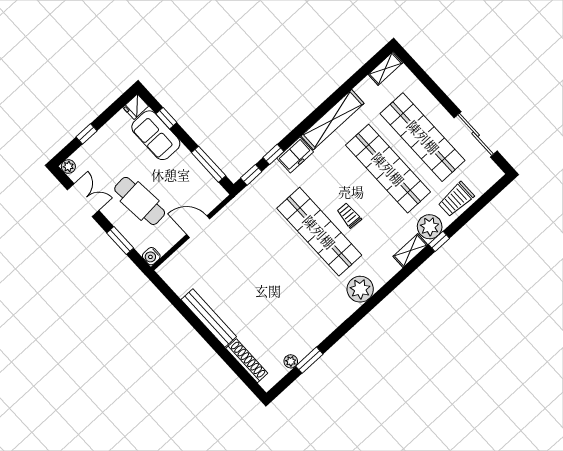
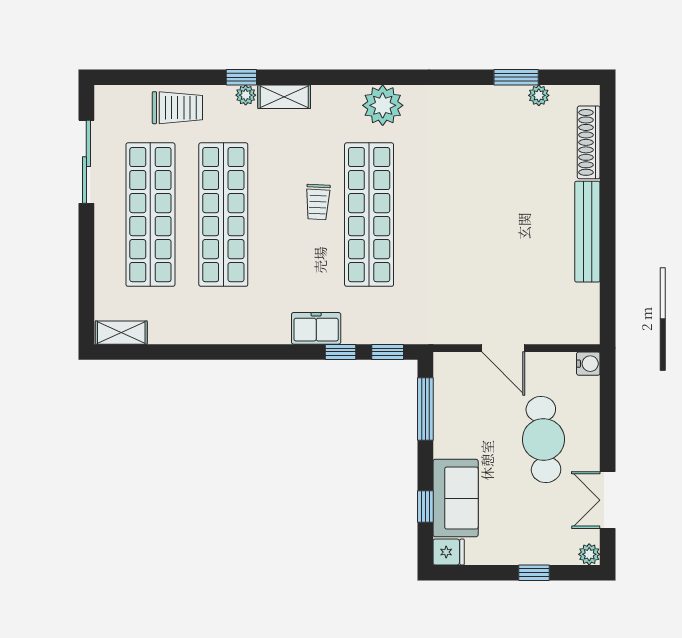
shelving: (332, 120) -> (236, 330), removed
plant: (430, 227) -> (246, 95), width x0.53, depth x0.53
window: (120, 241) -> (608, 414), removed

